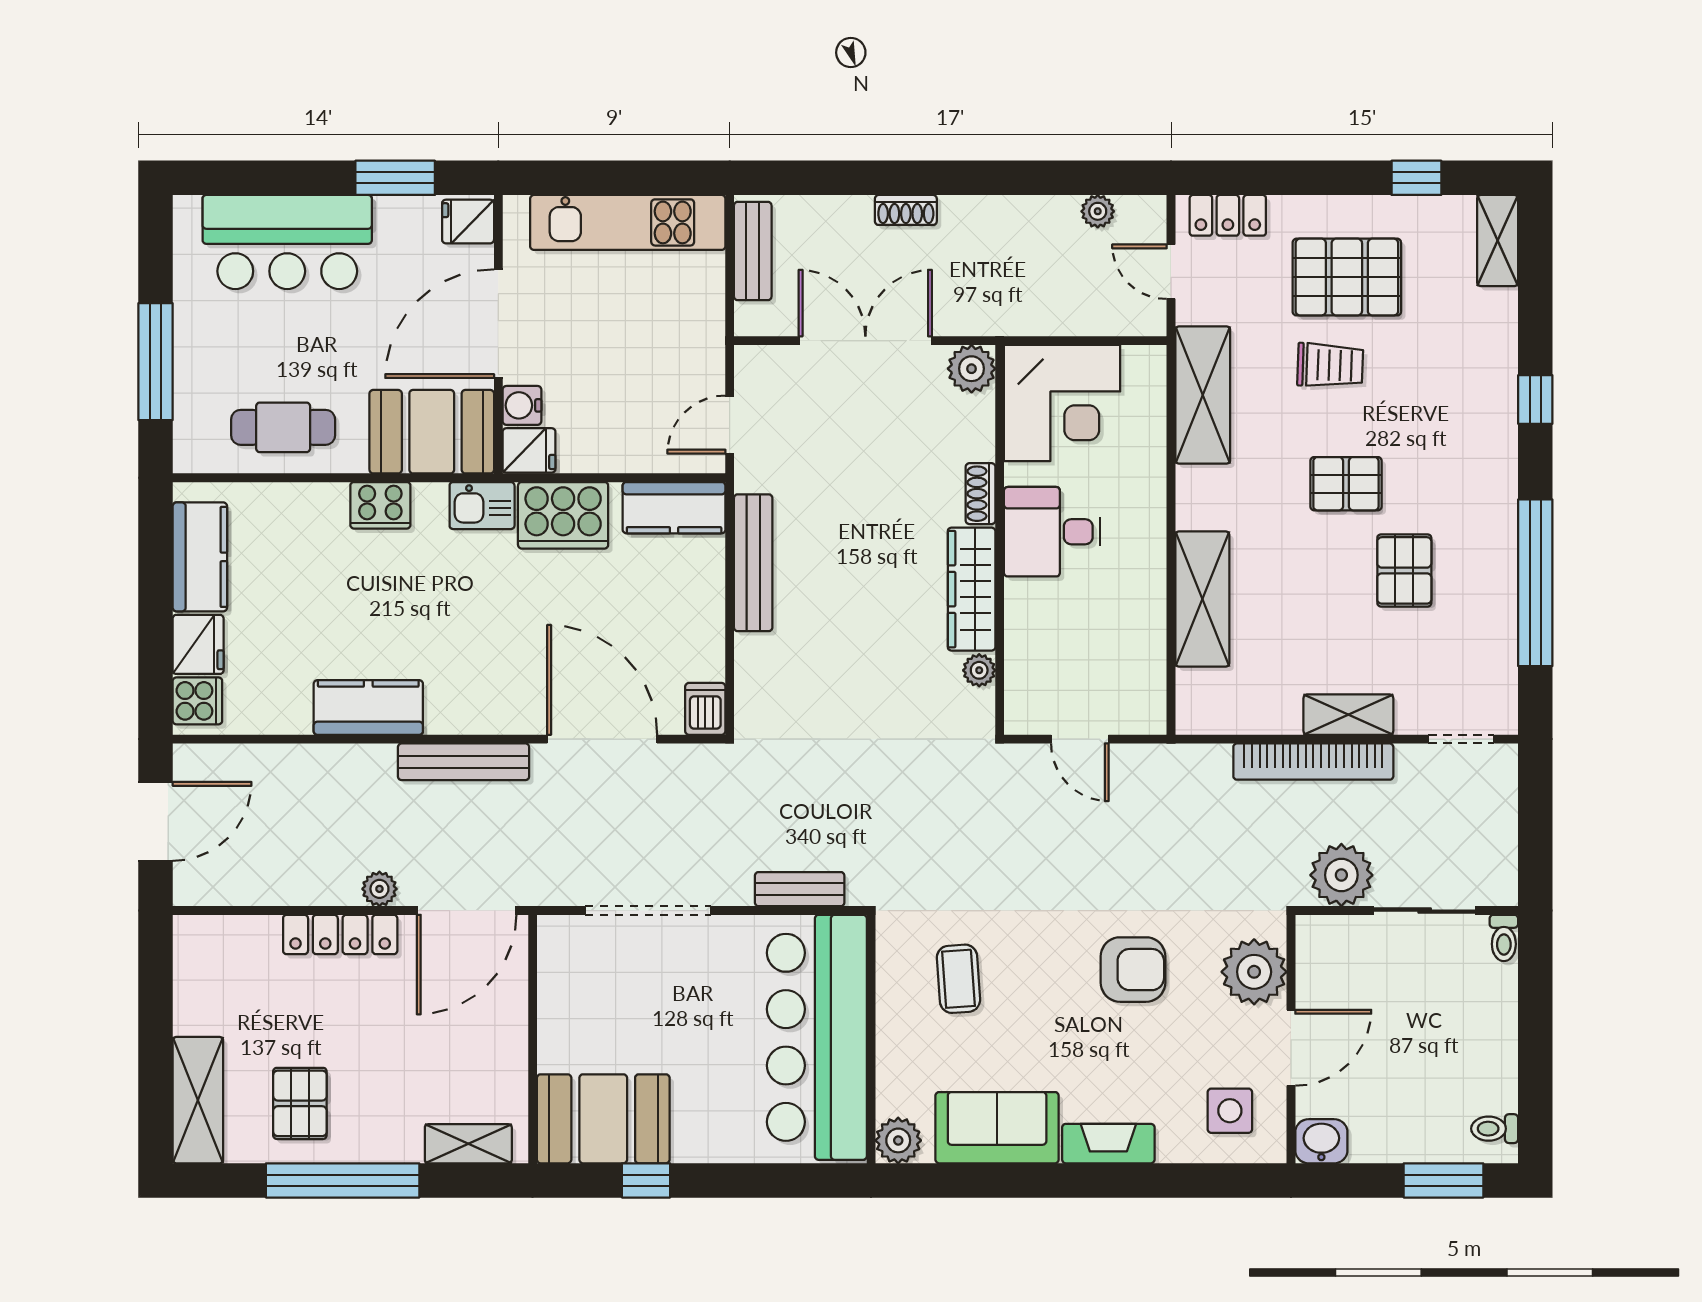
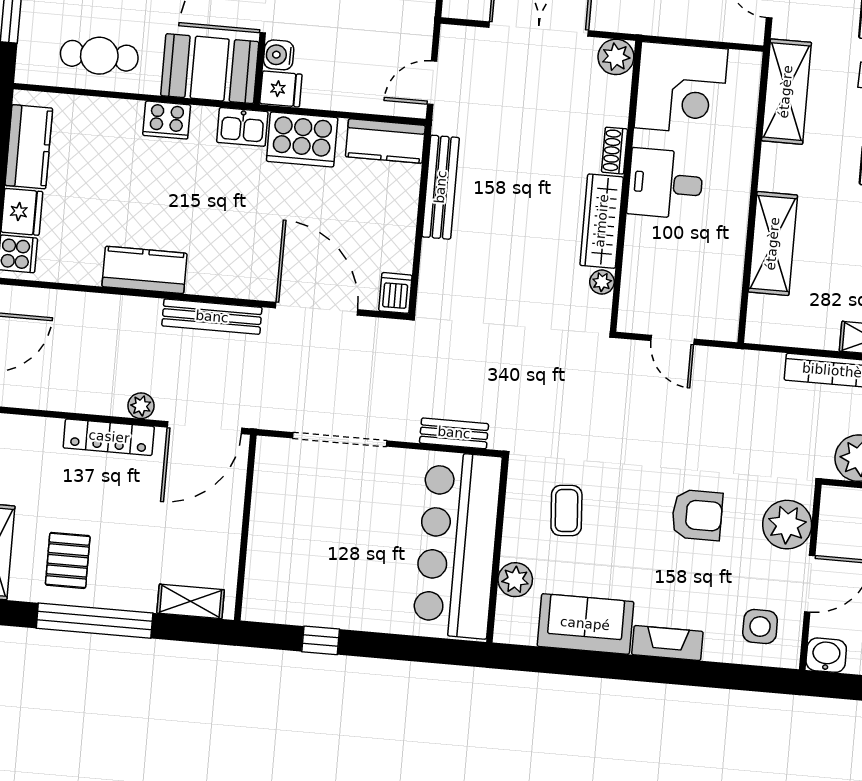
booth: (603, 1119) -> (293, 592), removed
plant: (898, 1140) -> (515, 580), moved

